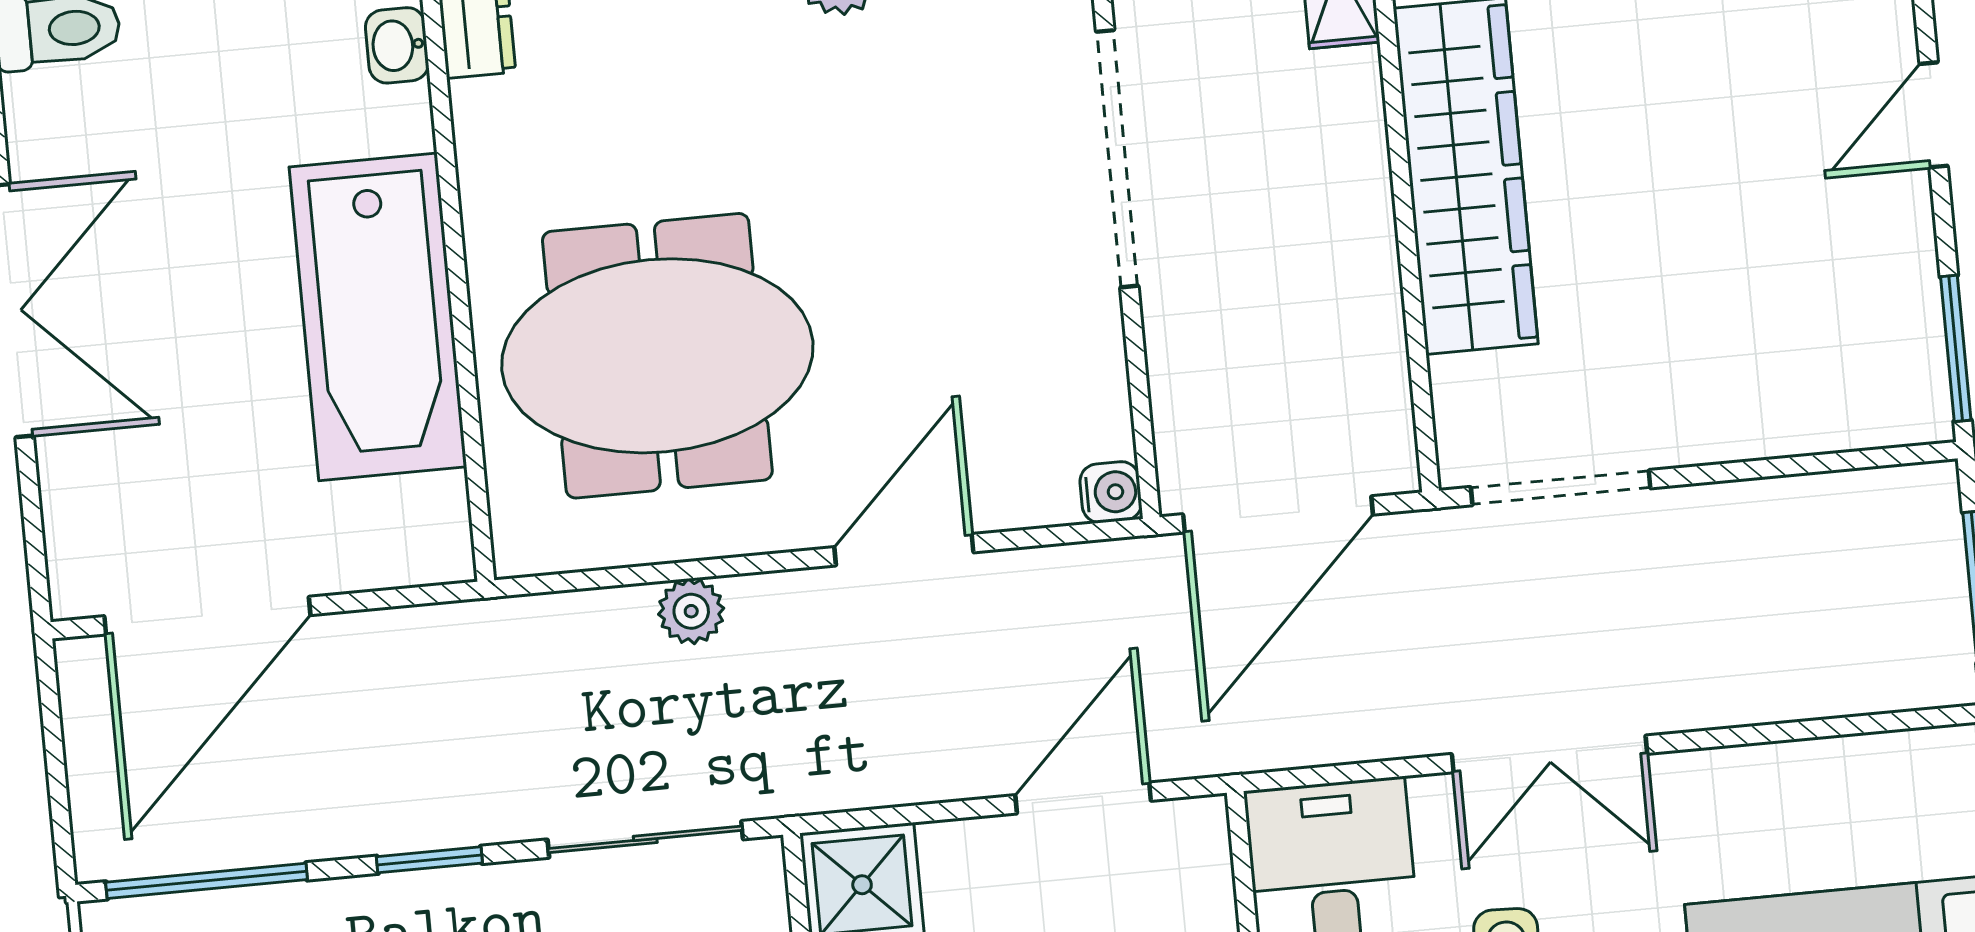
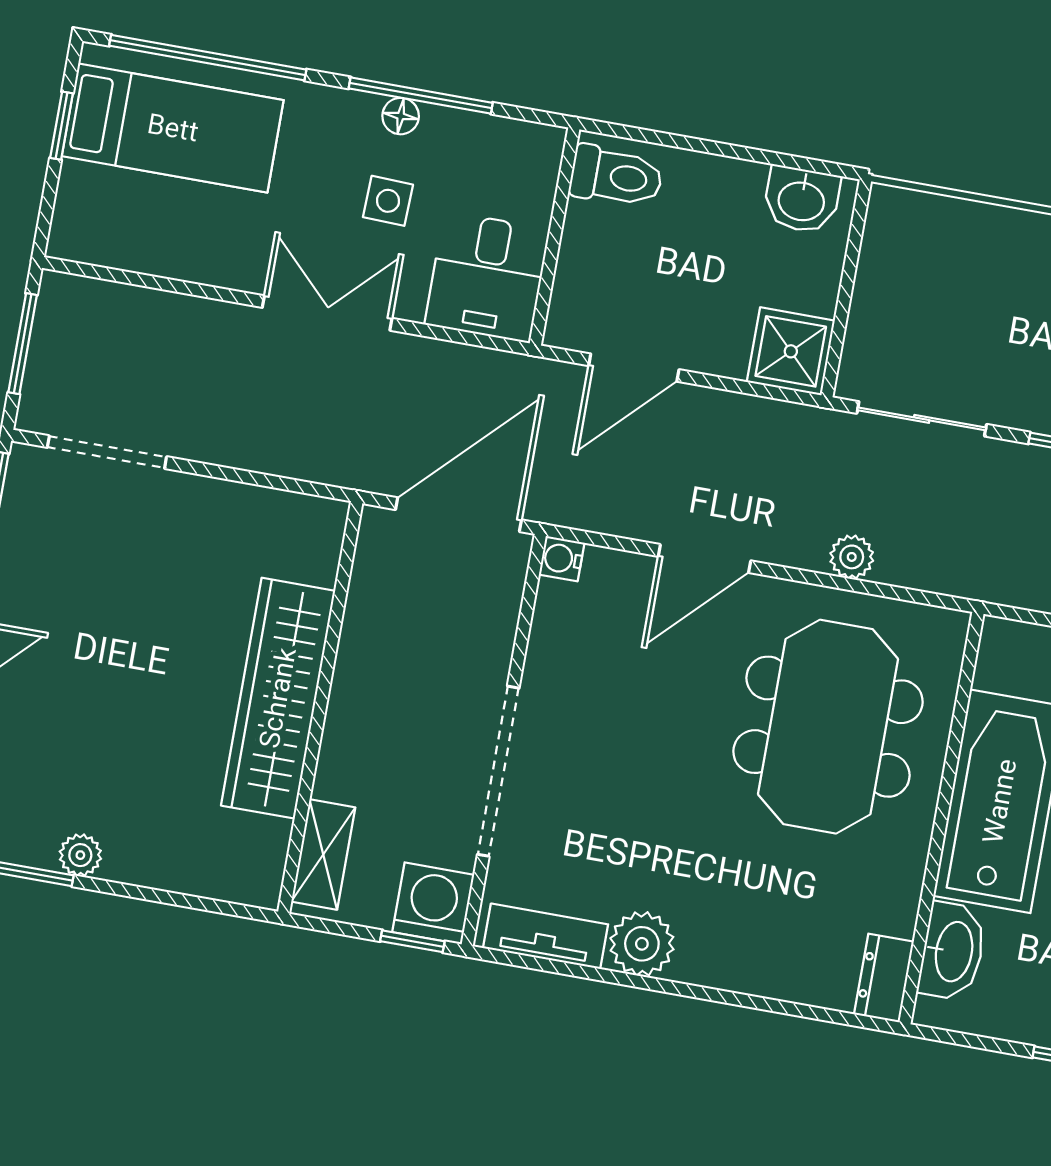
washbasin: (397, 45) -> (952, 951), width x1.91, depth x1.45
meeting table: (657, 356) -> (828, 727), turned 90
doorway: (1561, 488) -> (107, 452), moved

